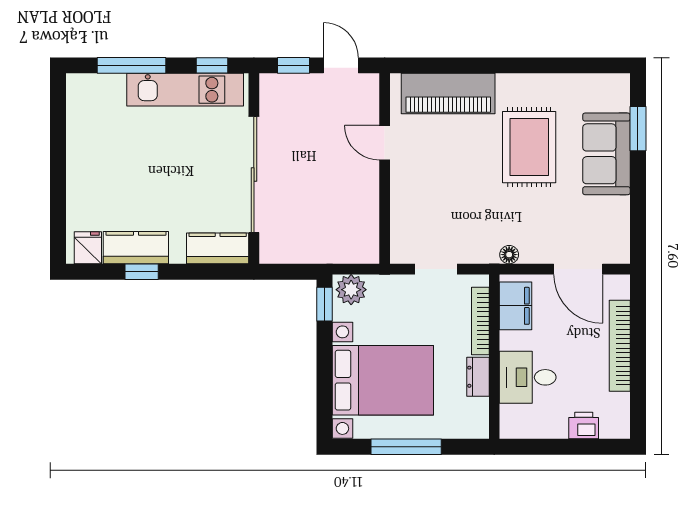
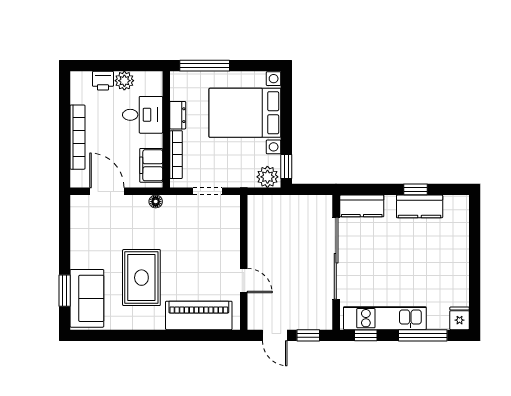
sofa: (606, 154) -> (87, 298), moved
fridge: (88, 248) -> (460, 318), moved, turned 180
plant: (553, 426) -> (124, 81), added
window: (406, 447) -> (205, 66), moved

